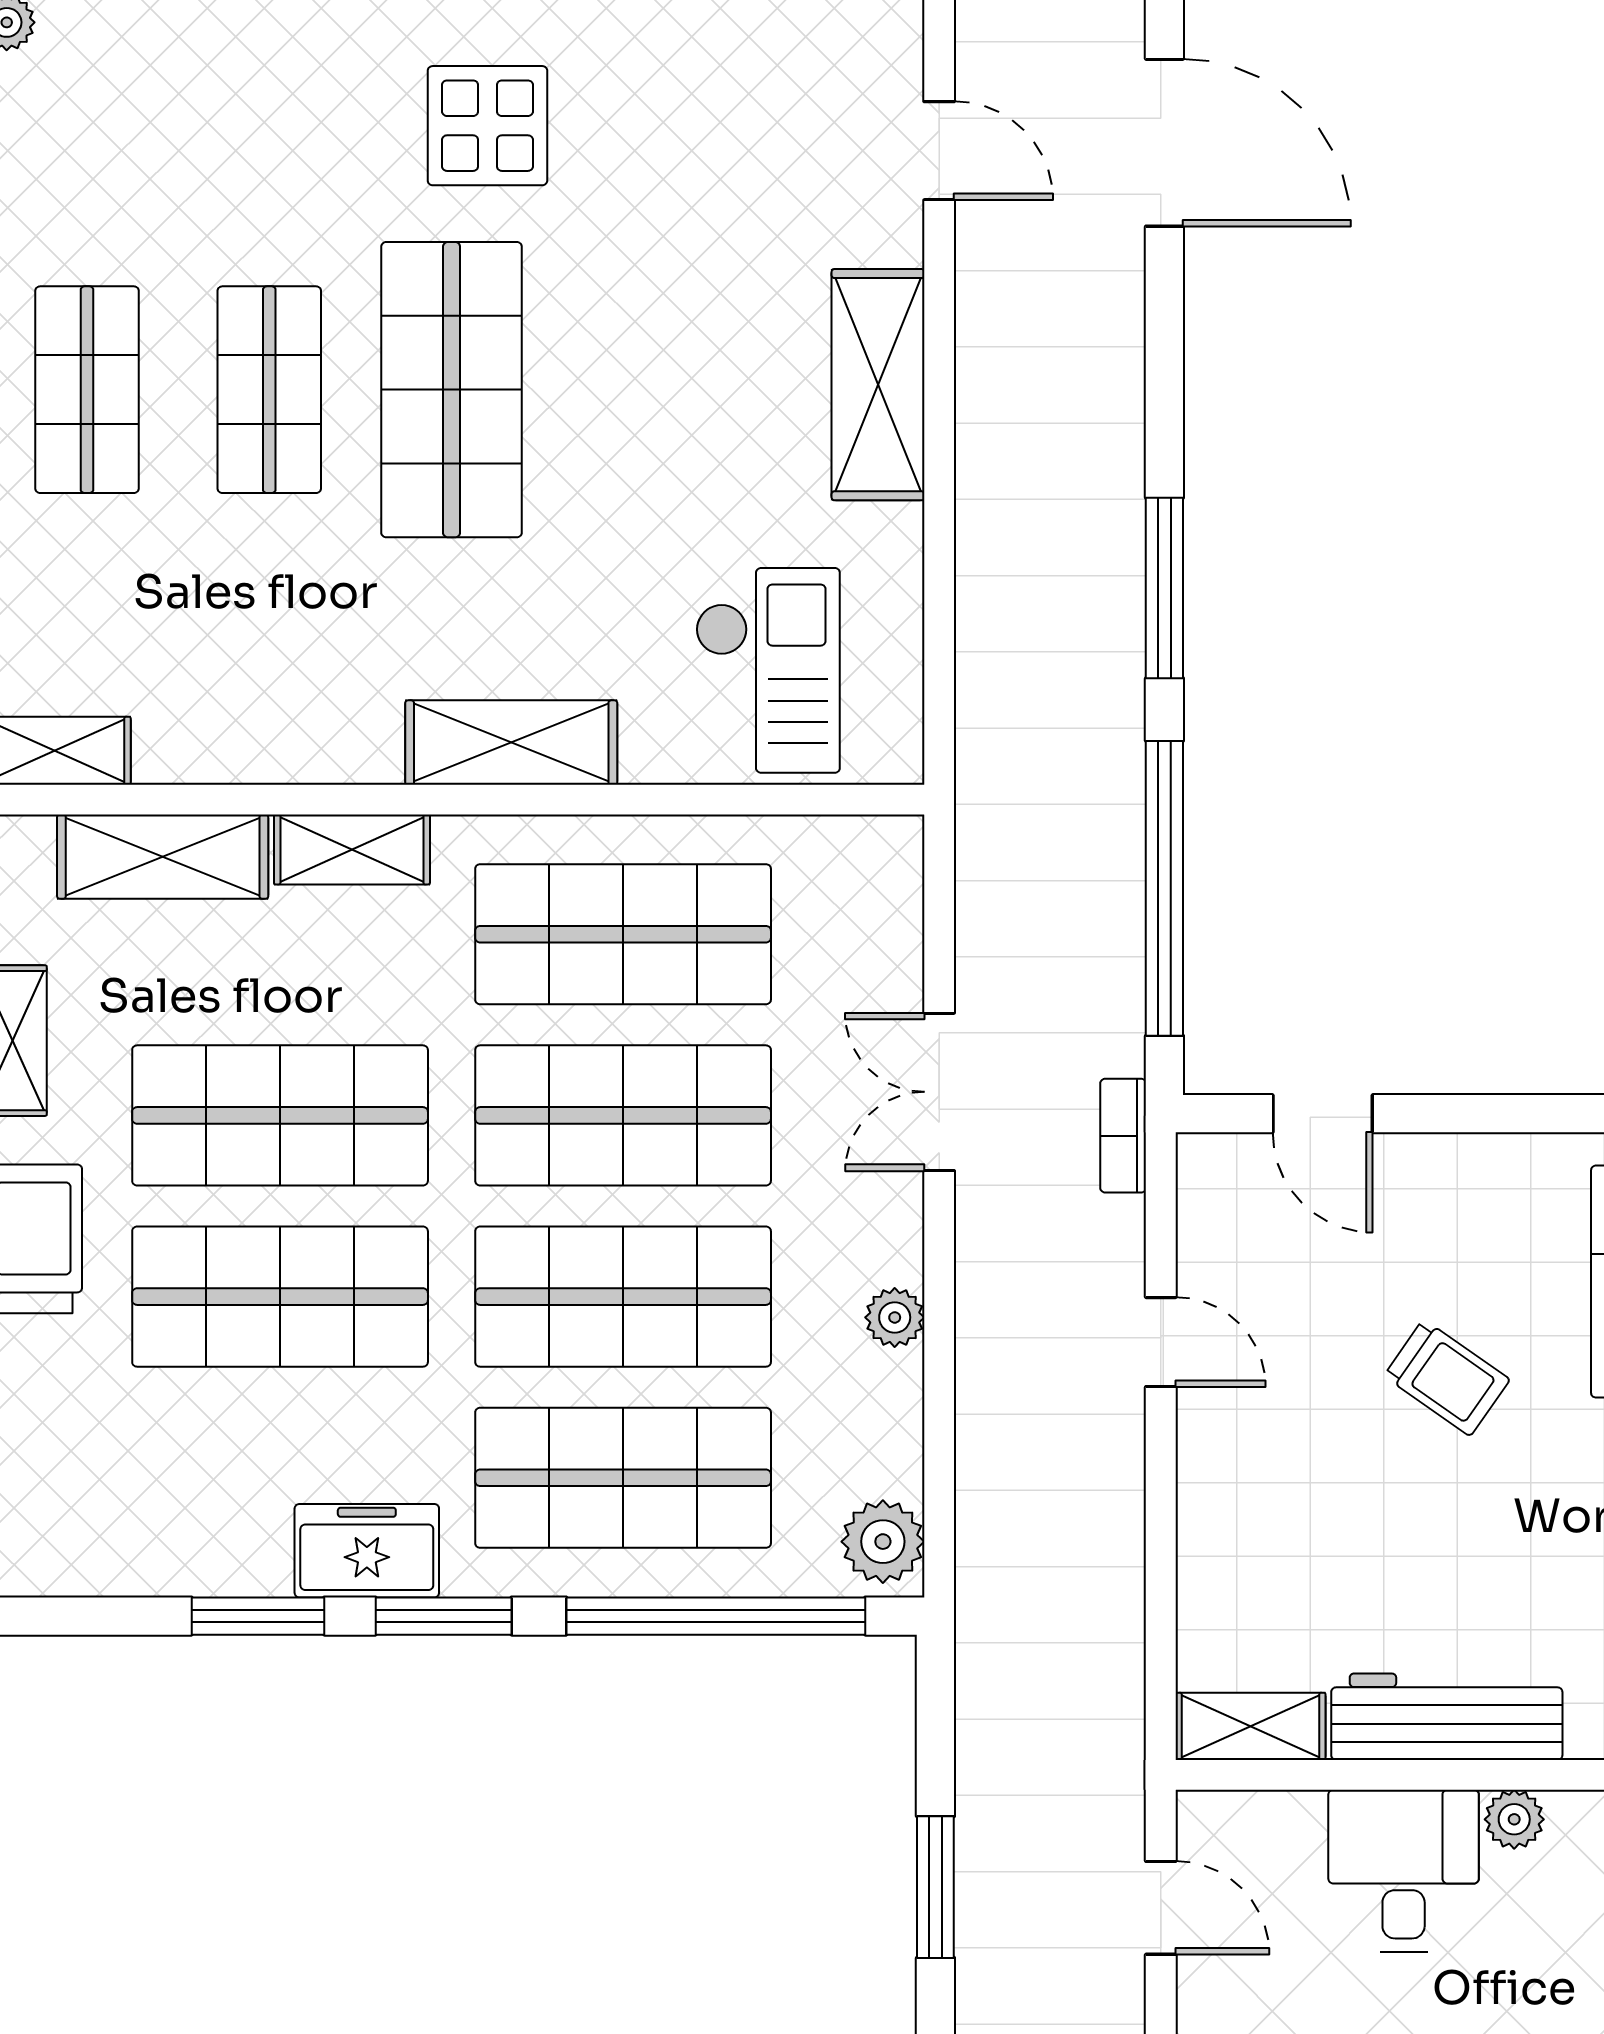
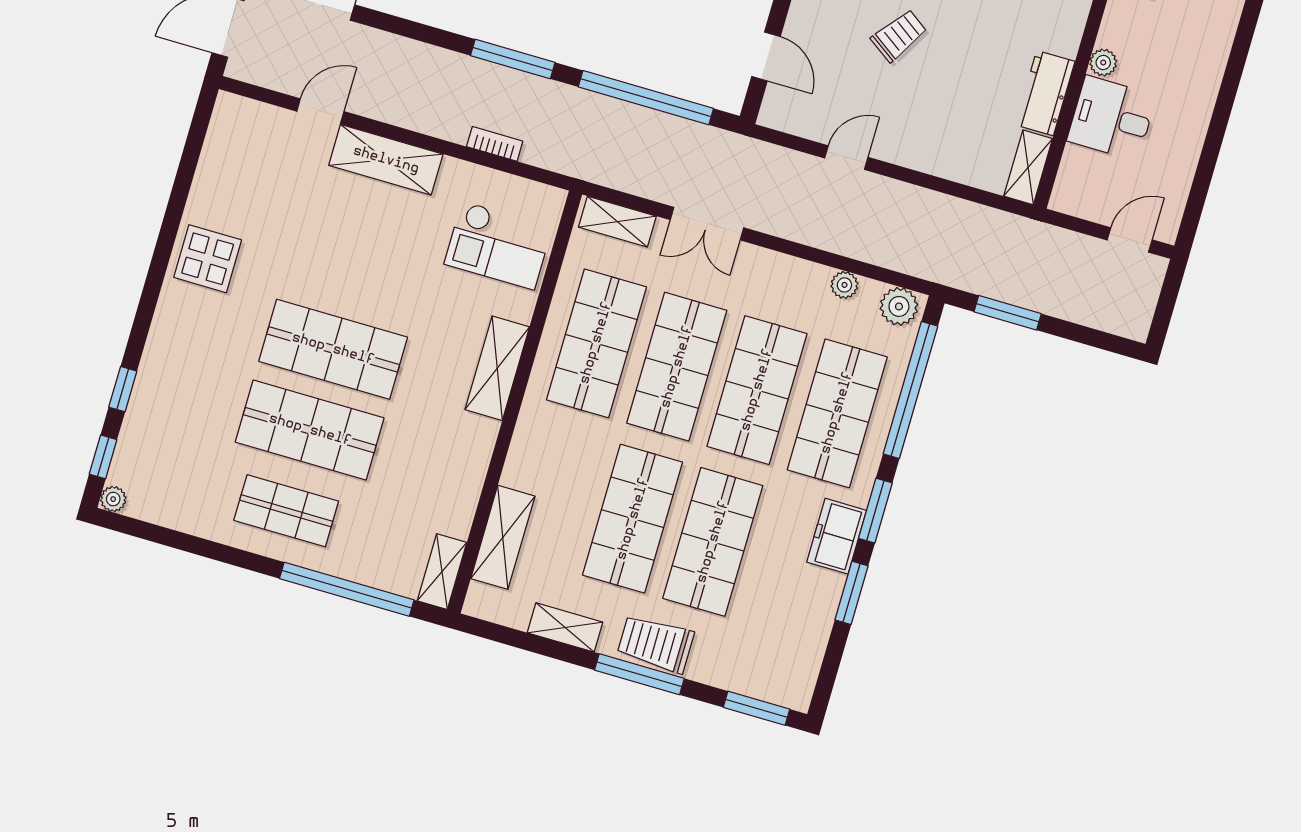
display table: (487, 126) -> (208, 259), moved
door: (939, 151) -> (320, 111), moved
shop shelf: (269, 390) -> (310, 430), width x1.43, depth x1.36
checkout: (768, 670) -> (498, 245), turned 180
shelving: (352, 850) -> (617, 222), moved, turned 90
door: (1323, 1114) -> (766, 57), hinge flipped
bookcase: (1123, 1136) -> (495, 144), moved, turned 180
plant: (895, 1317) -> (844, 285), moved
workbench: (1447, 1717) -> (1045, 93), width x0.73
window: (935, 1887) -> (1008, 313), moved
door: (1161, 1908) -> (1130, 240), moved

